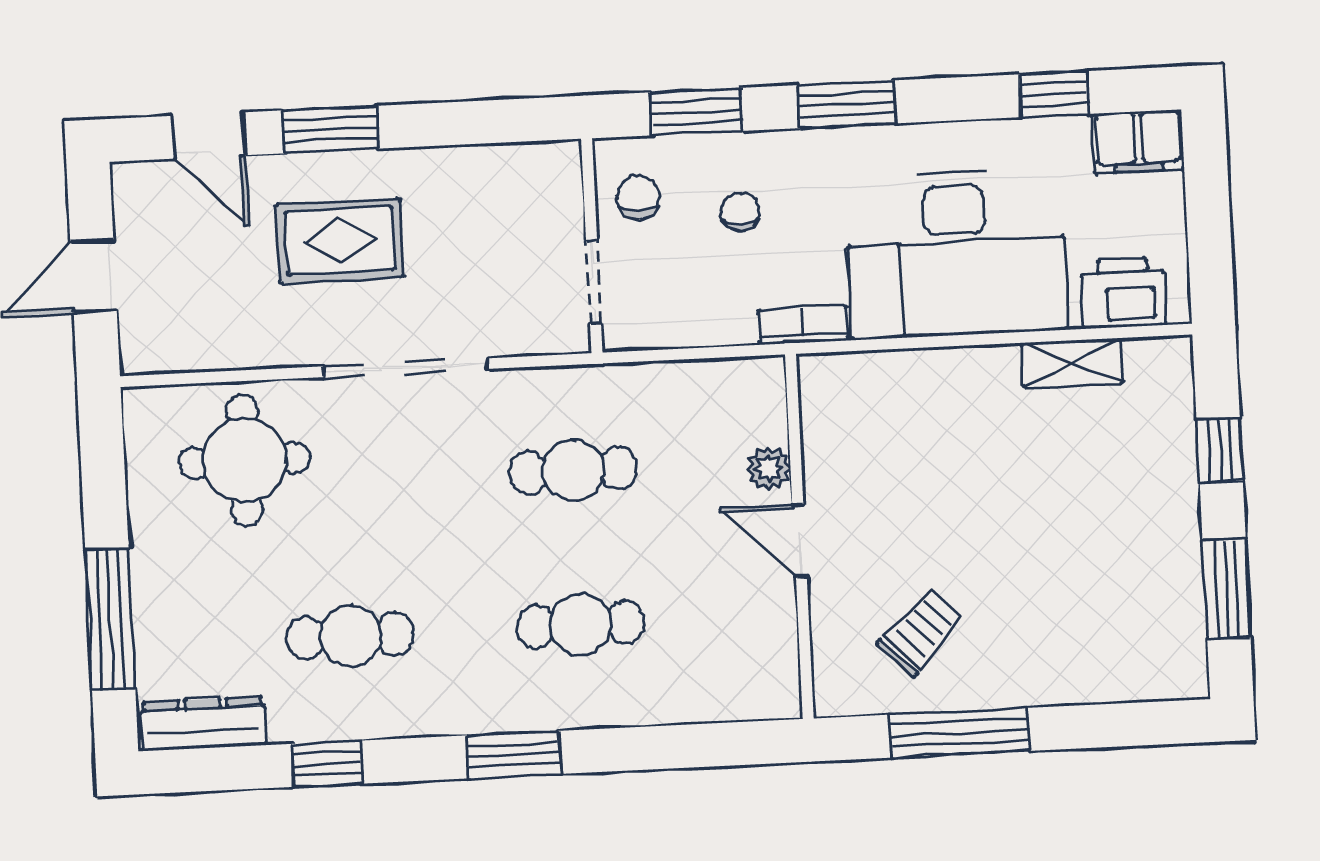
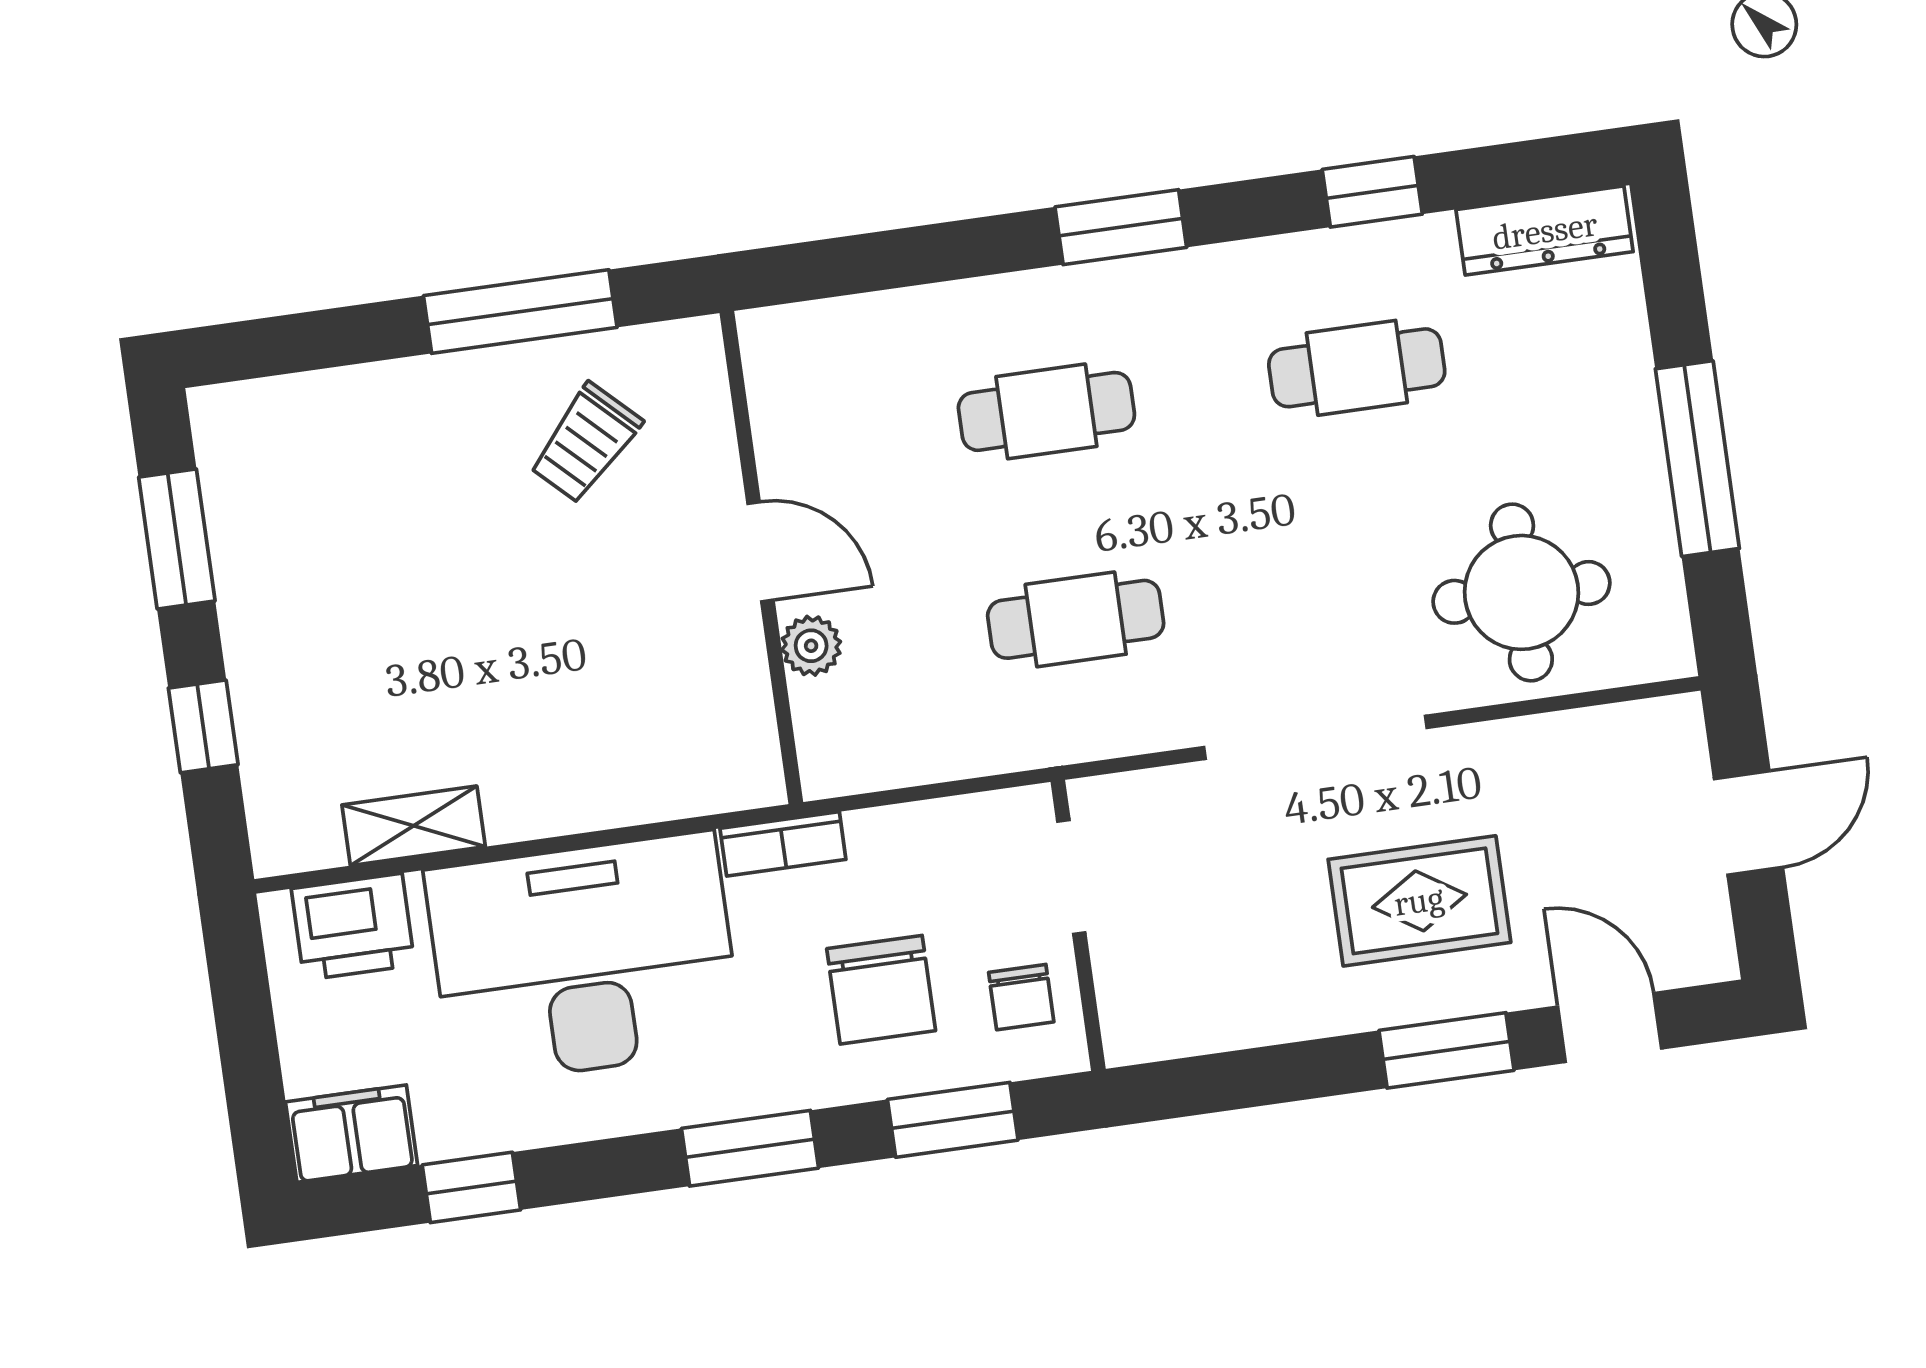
chair: (740, 212) -> (881, 990), width x1.87, depth x1.87
window: (110, 619) -> (1697, 459), moved

